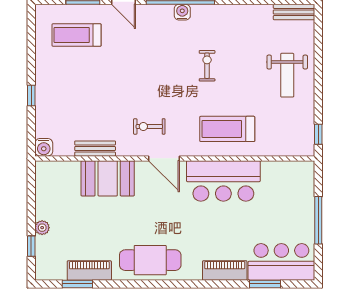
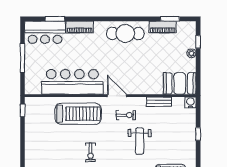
weight bench: (287, 75) -> (140, 141), moved, turned 180
treadmill: (227, 129) -> (78, 114), width x1.37, depth x1.38
booth: (108, 178) -> (180, 83), moved
bar counter: (223, 181) -> (72, 82), width x1.36

